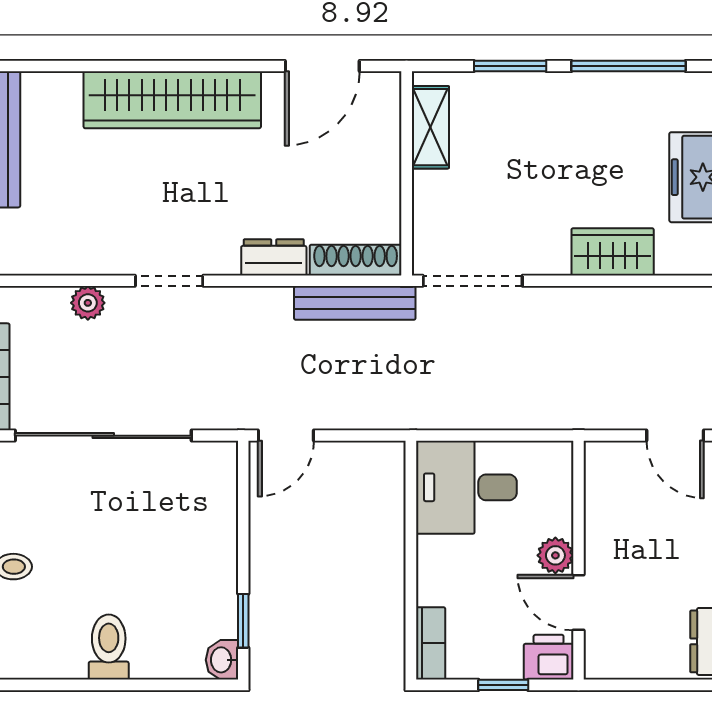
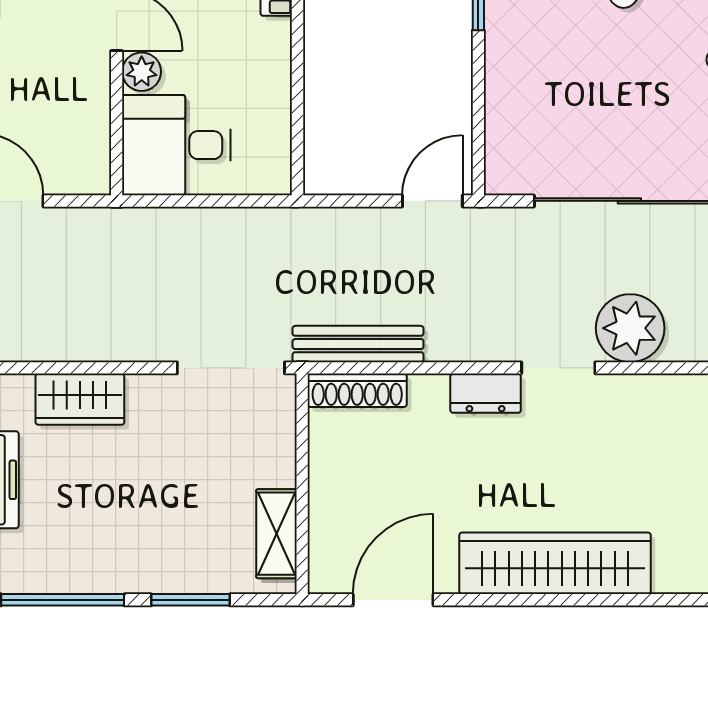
dresser: (274, 257) -> (486, 393), moved
plant: (88, 303) -> (630, 328), width x1.88, depth x1.88
desk: (466, 487) -> (176, 145), moved, turned 180

